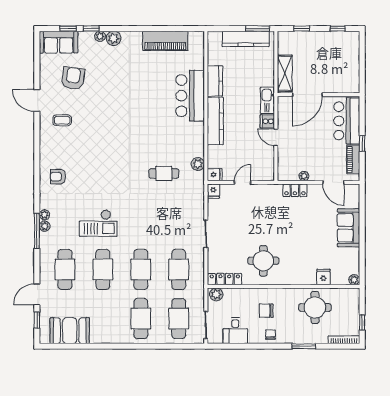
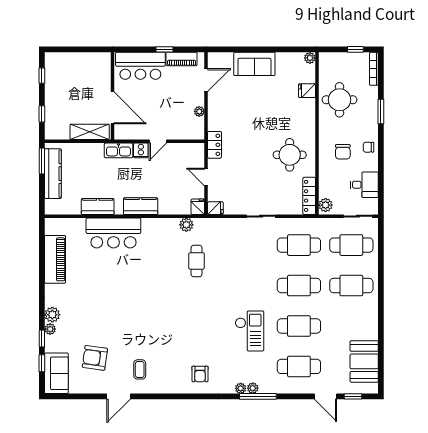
kitchen counter: (215, 121) -> (141, 206), width x0.67
locker: (295, 190) -> (214, 145), moved

